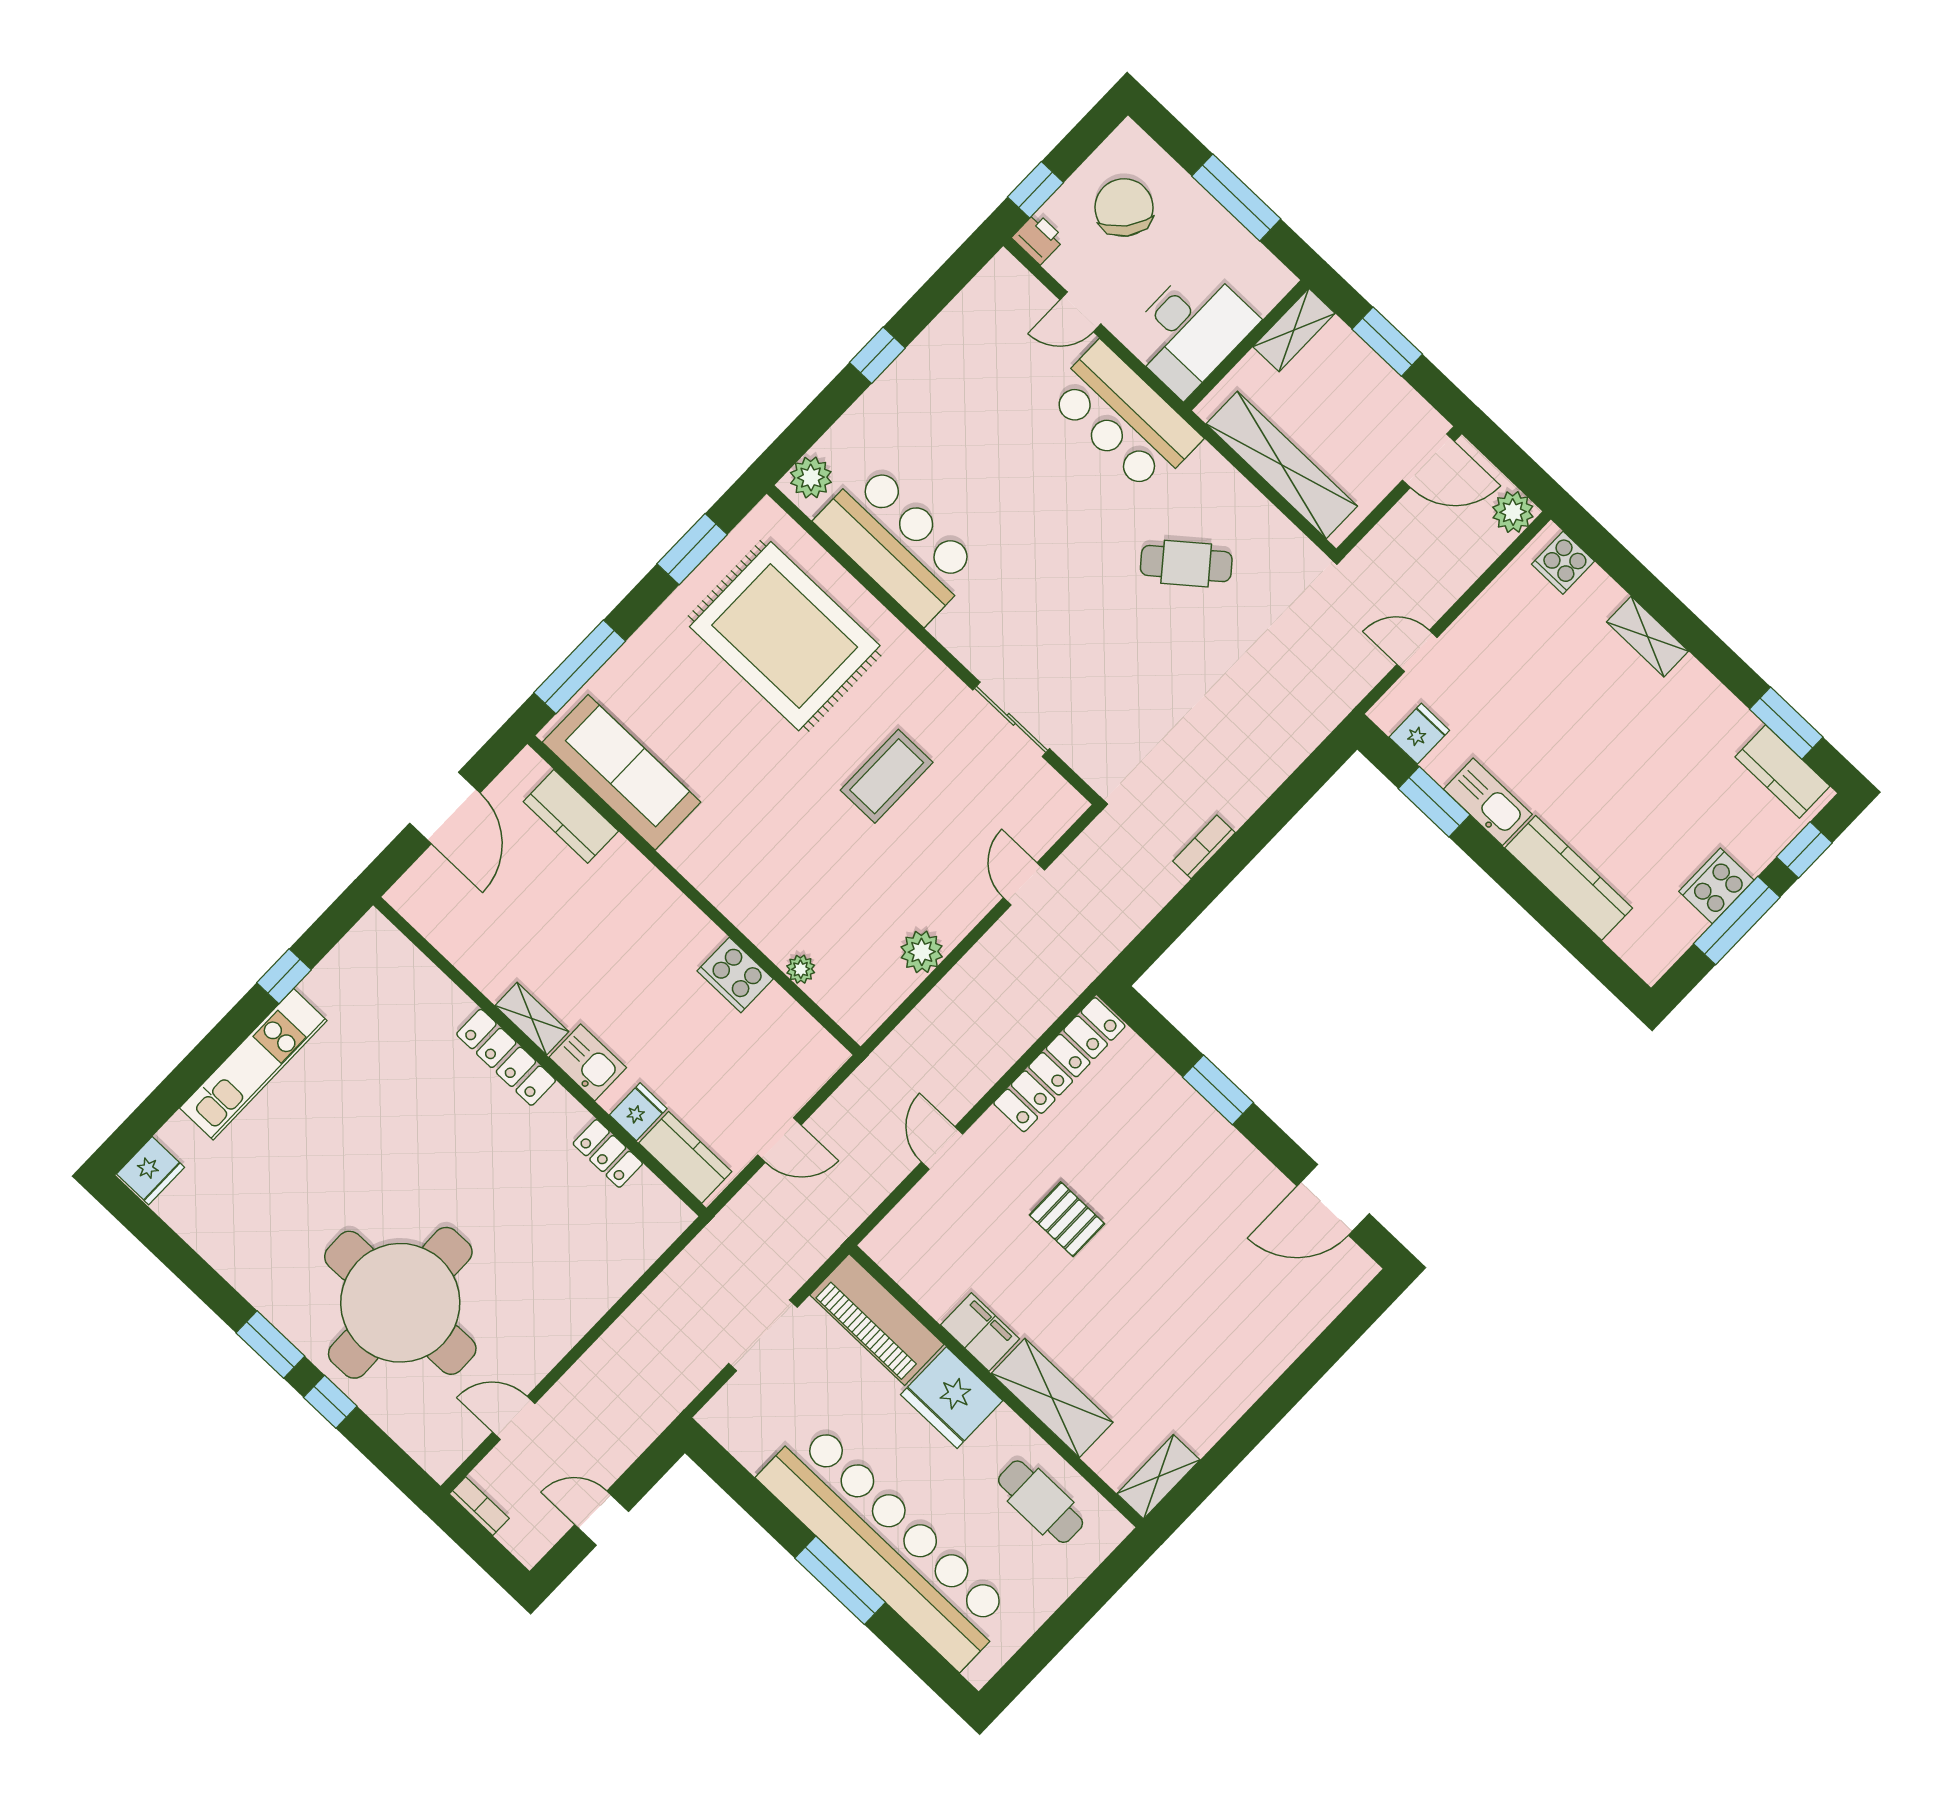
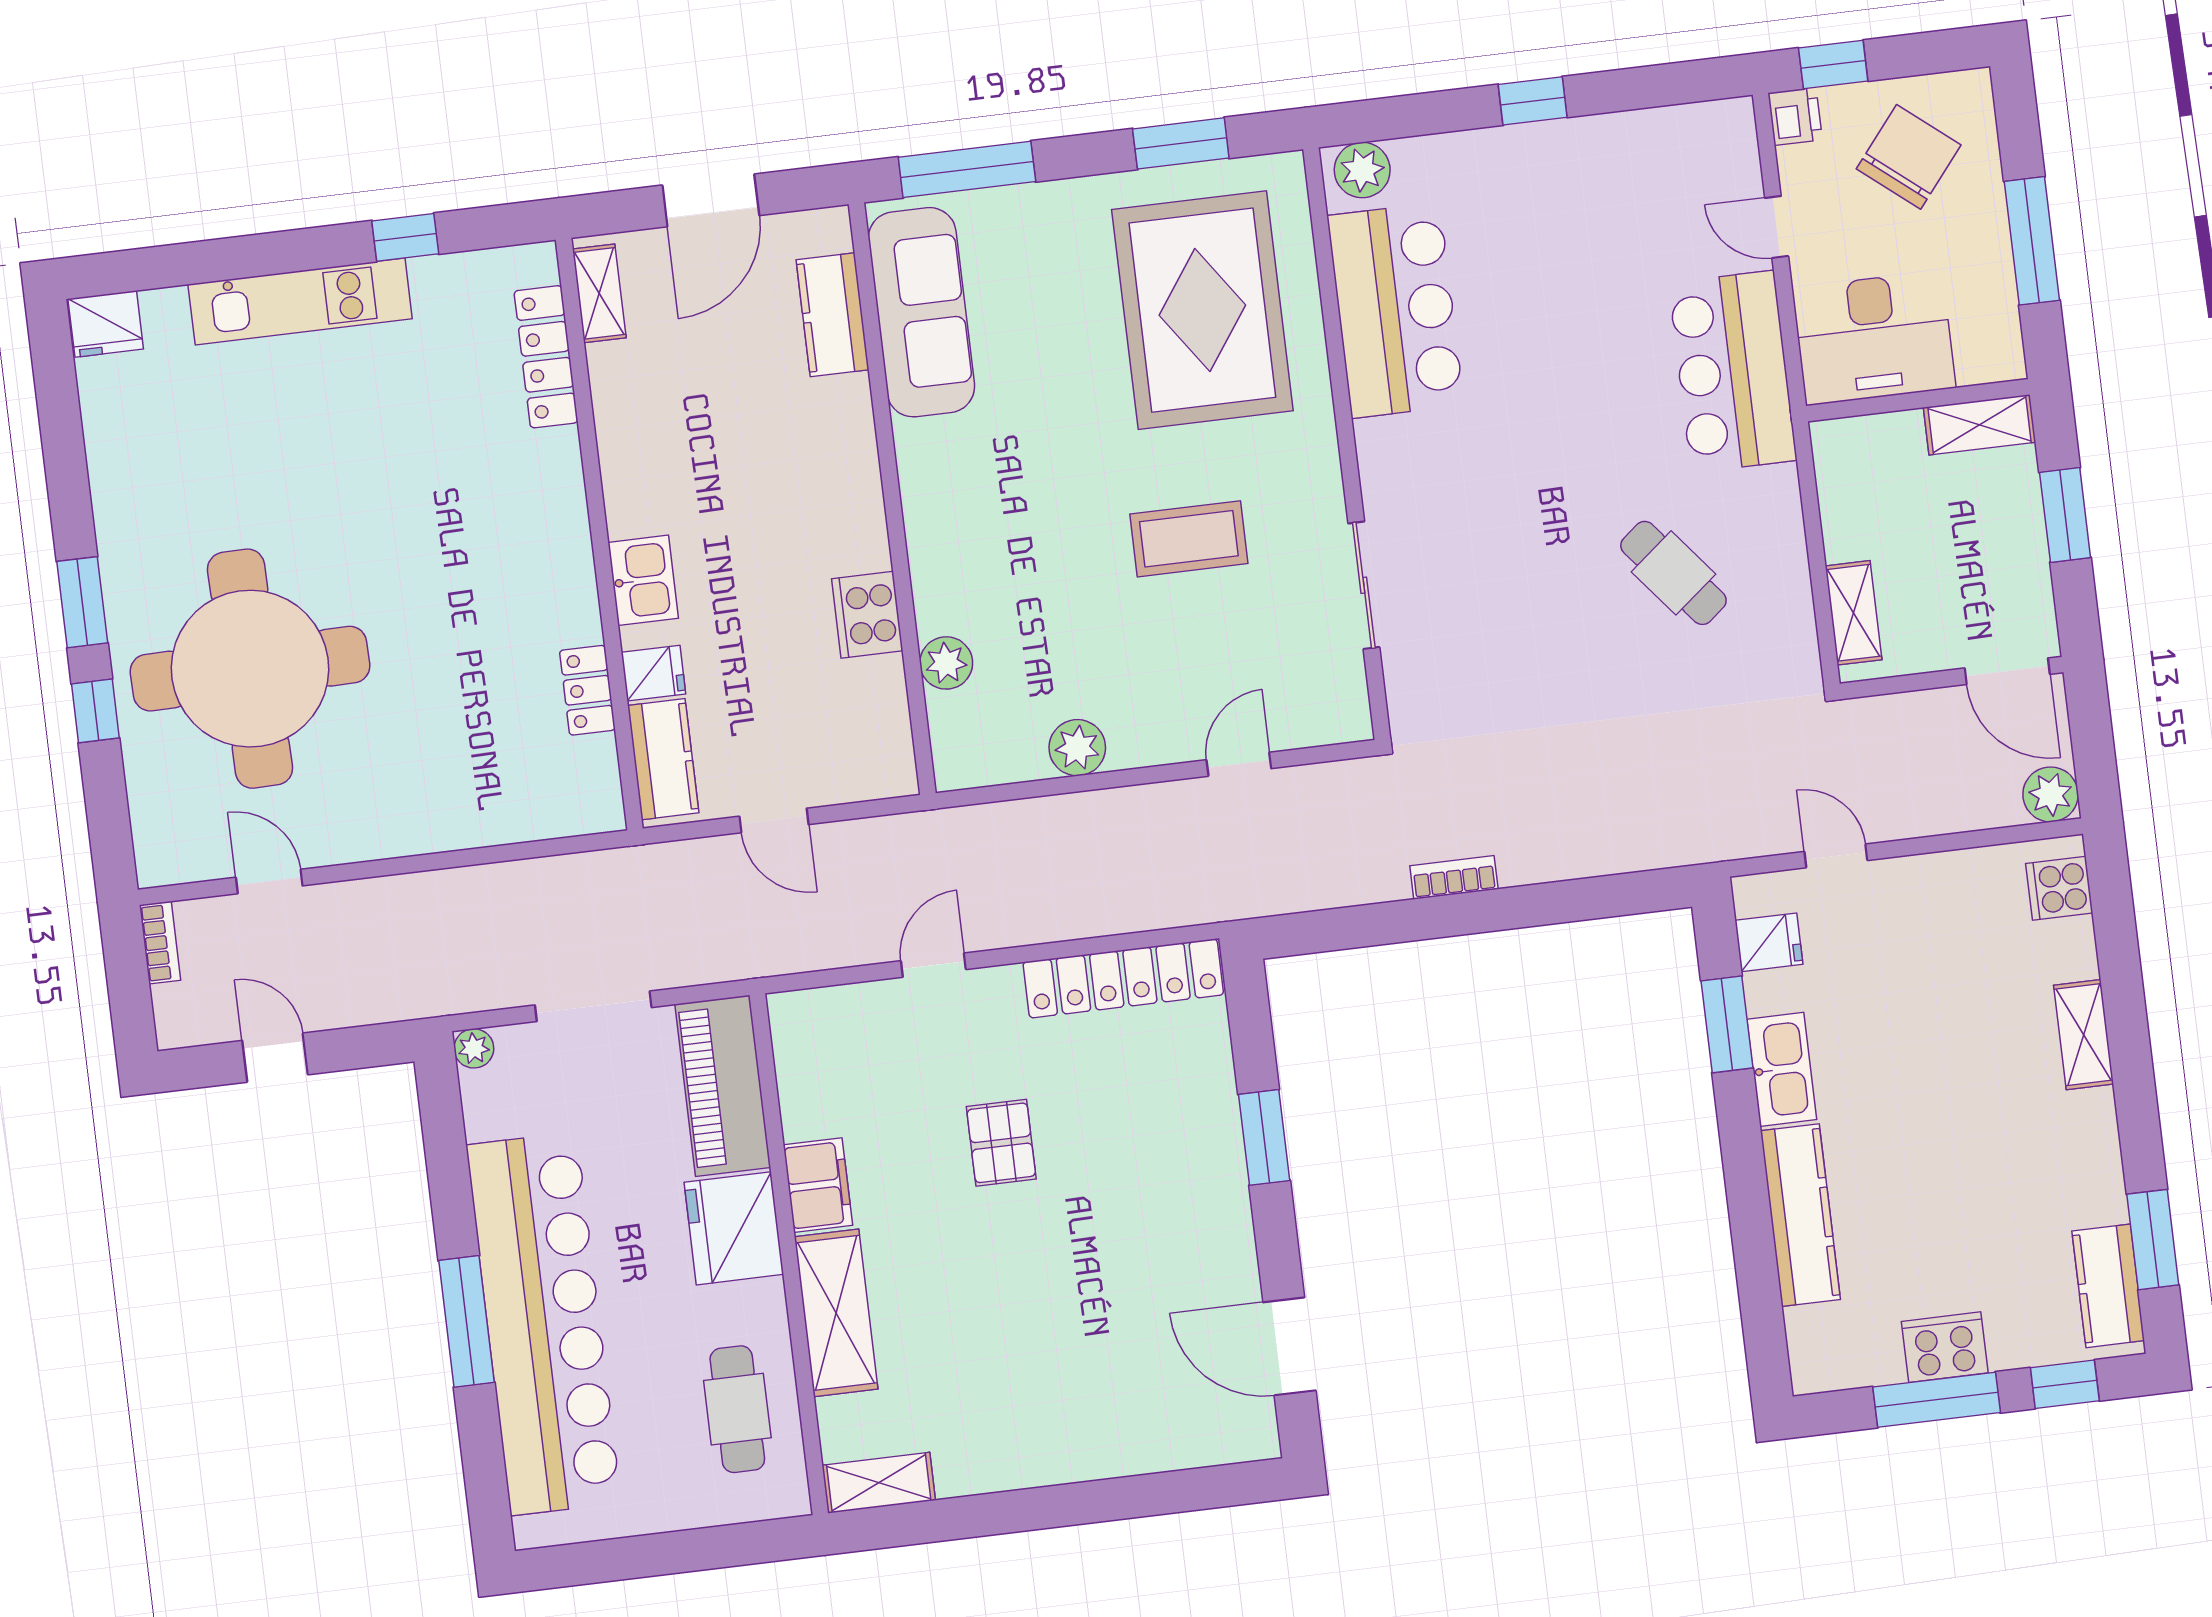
shelving: (1282, 465) -> (1854, 613), width x0.45, depth x0.75
plant: (801, 969) -> (946, 663), width x1.38, depth x1.38
shelving: (532, 1019) -> (599, 293), moved
locker: (506, 1057) -> (546, 357), moved
plant: (713, 1417) -> (474, 1048), added

